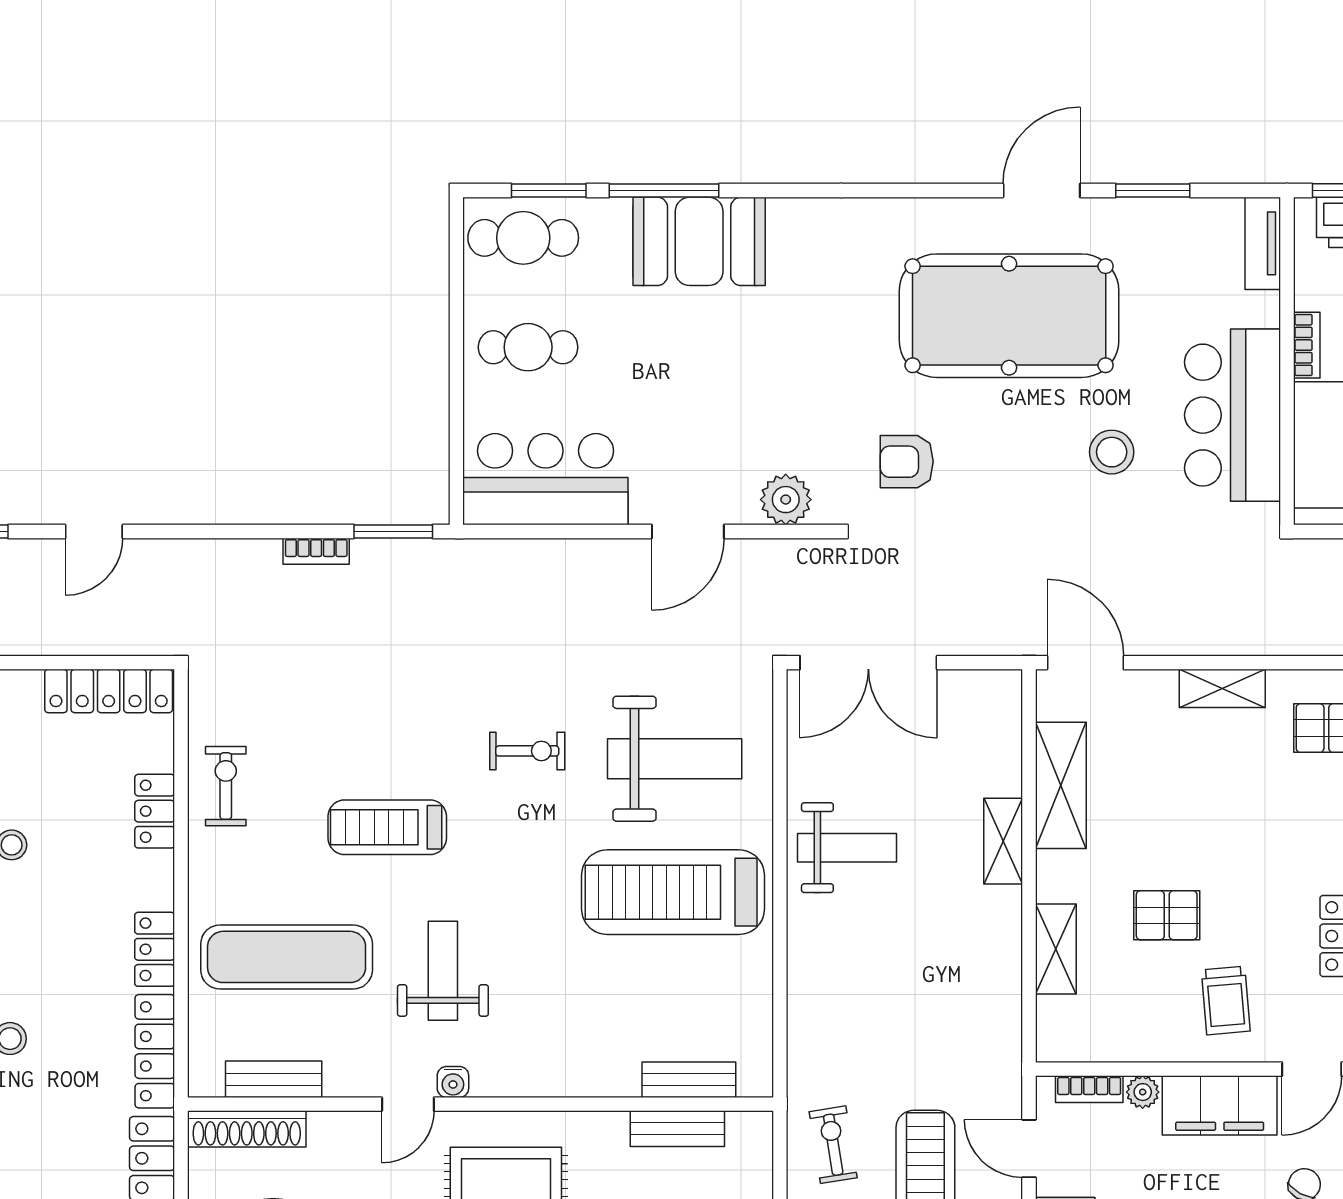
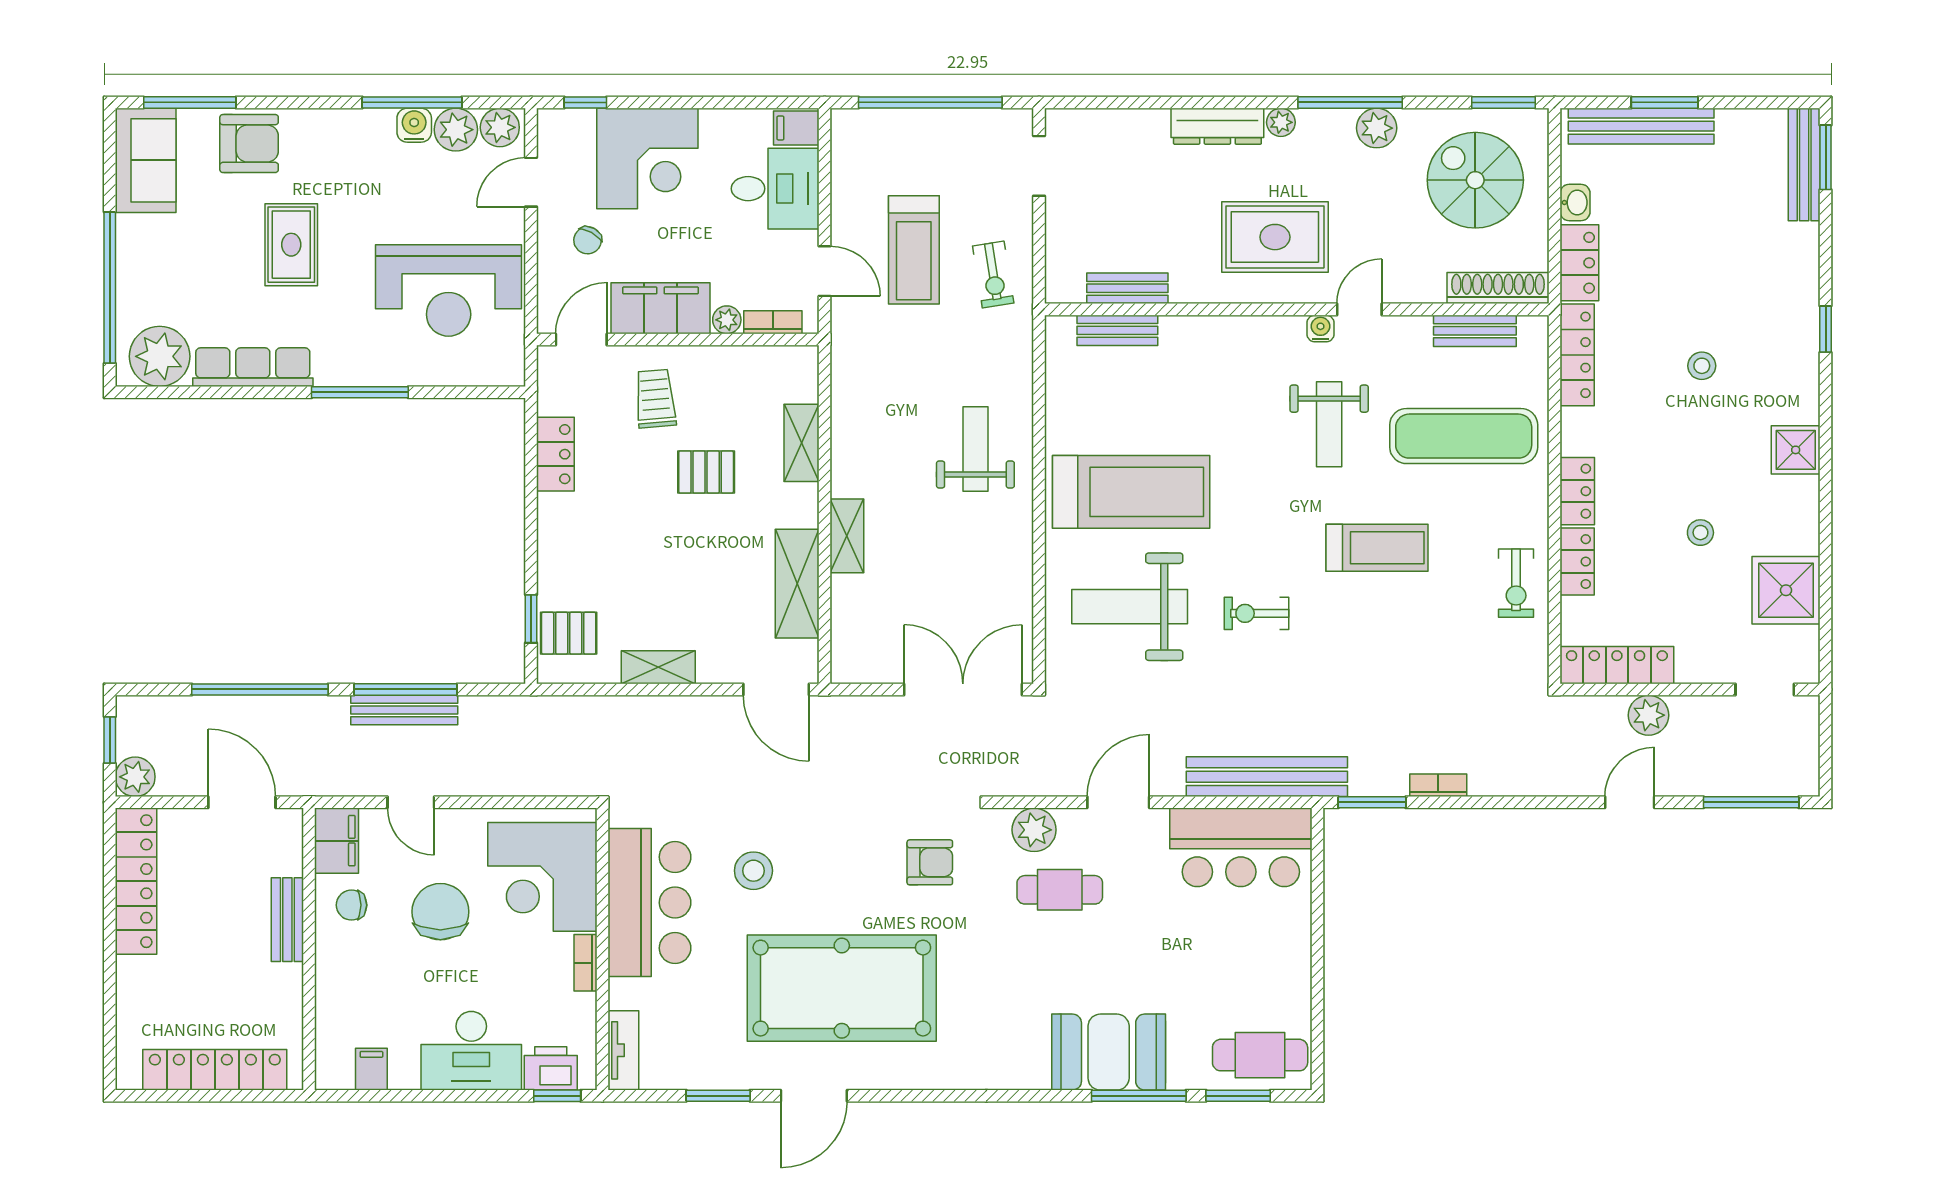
cafe table: (528, 347) -> (1060, 890), moved
bench: (515, 561) -> (1267, 777), added
plant: (72, 633) -> (1649, 715), added
weight bench: (847, 848) -> (975, 449), moved, turned 90
locker: (155, 949) -> (1577, 491), moved

